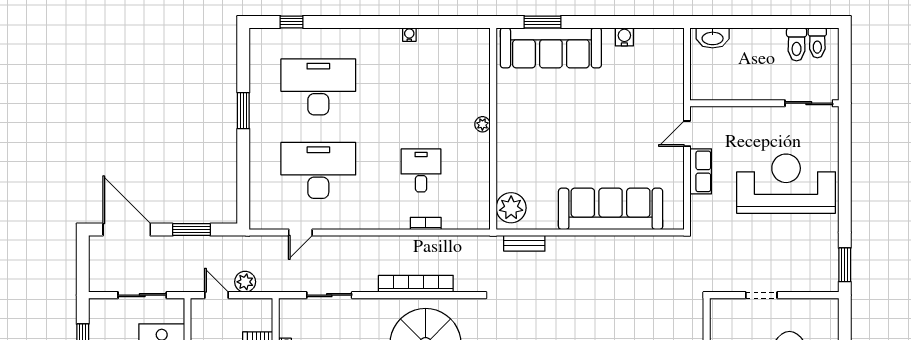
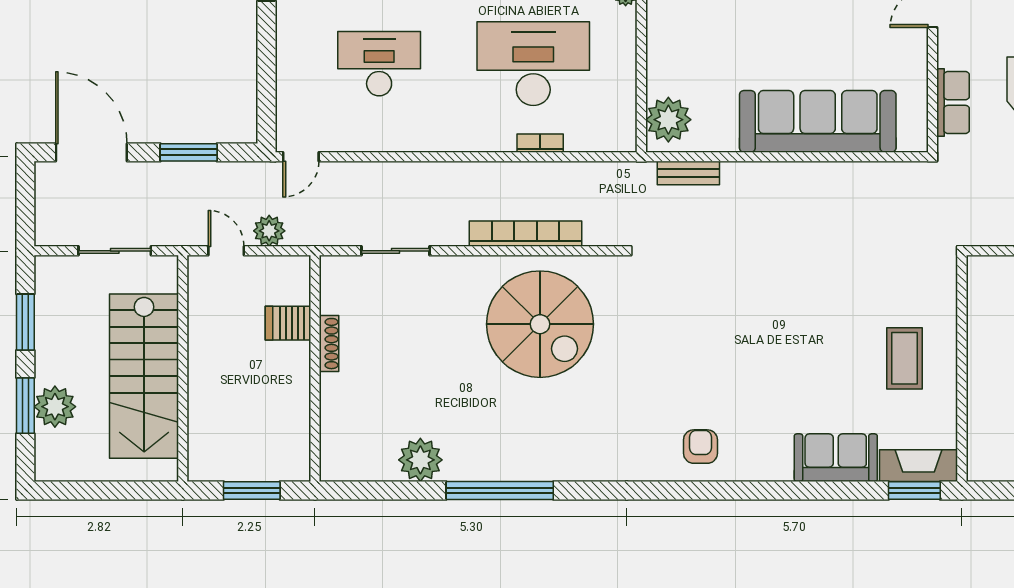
desk: (318, 170) -> (379, 64), width x0.73, depth x0.77
desk: (421, 170) -> (533, 64), width x1.87, depth x1.30
row of seats: (701, 171) -> (953, 103), moved
door: (300, 232) -> (301, 157), moved

